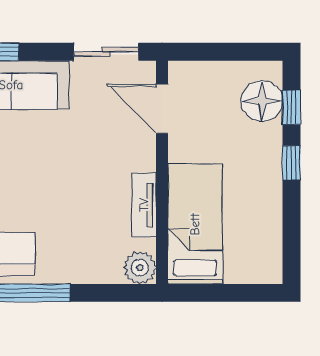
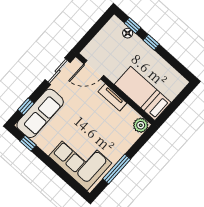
floor lamp: (262, 101) -> (128, 33), width x0.53, depth x0.53
tv unit: (144, 205) -> (112, 97), moved

